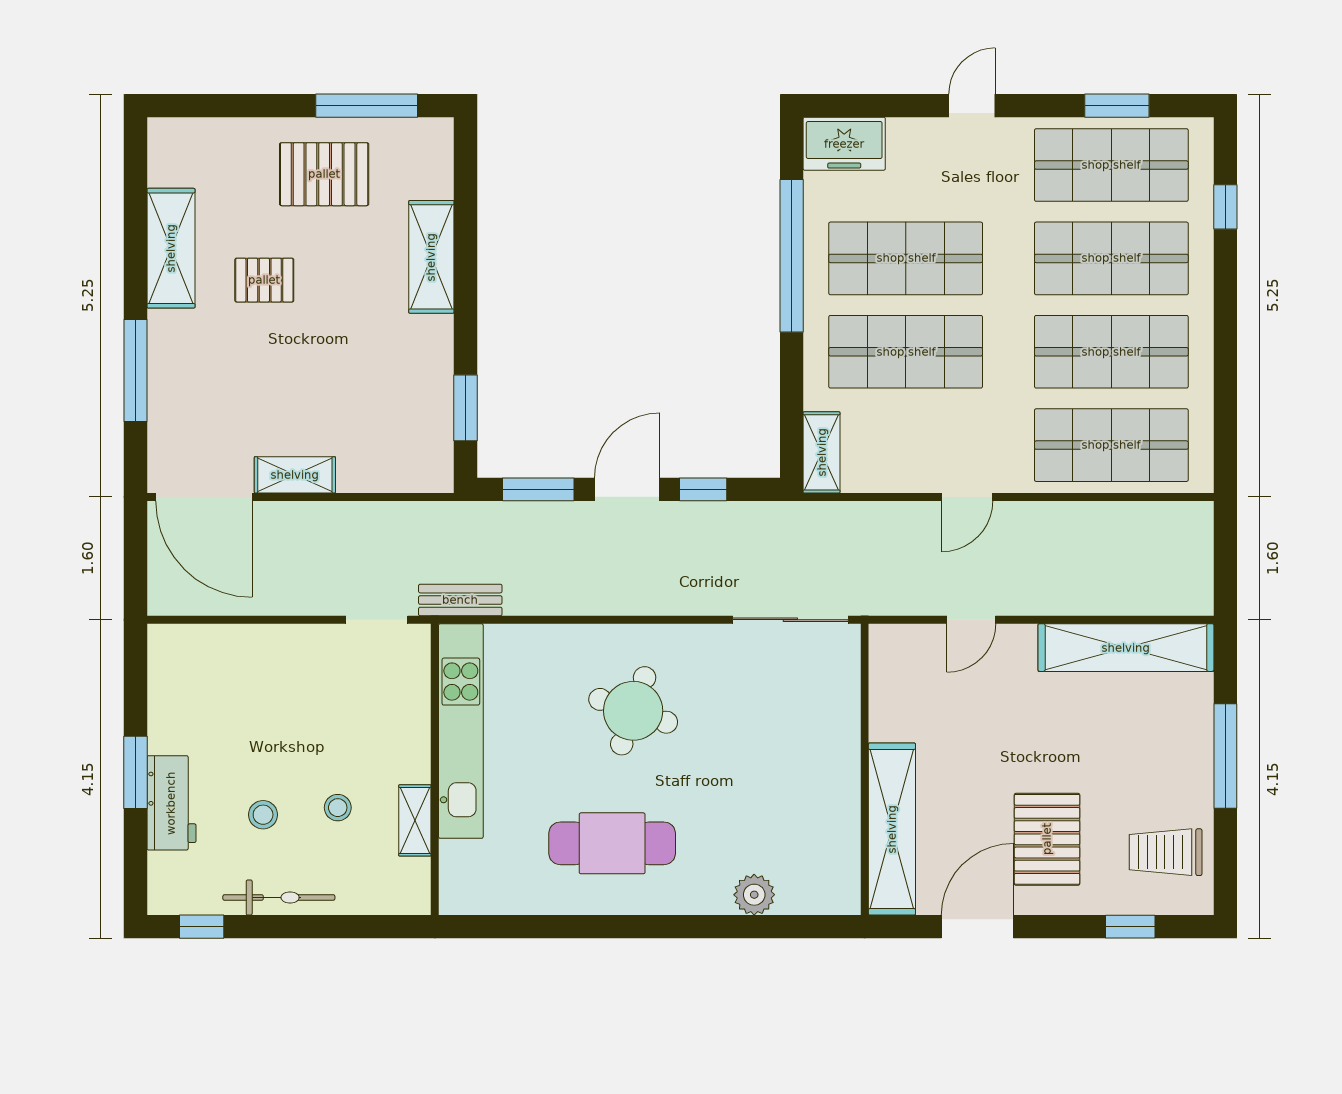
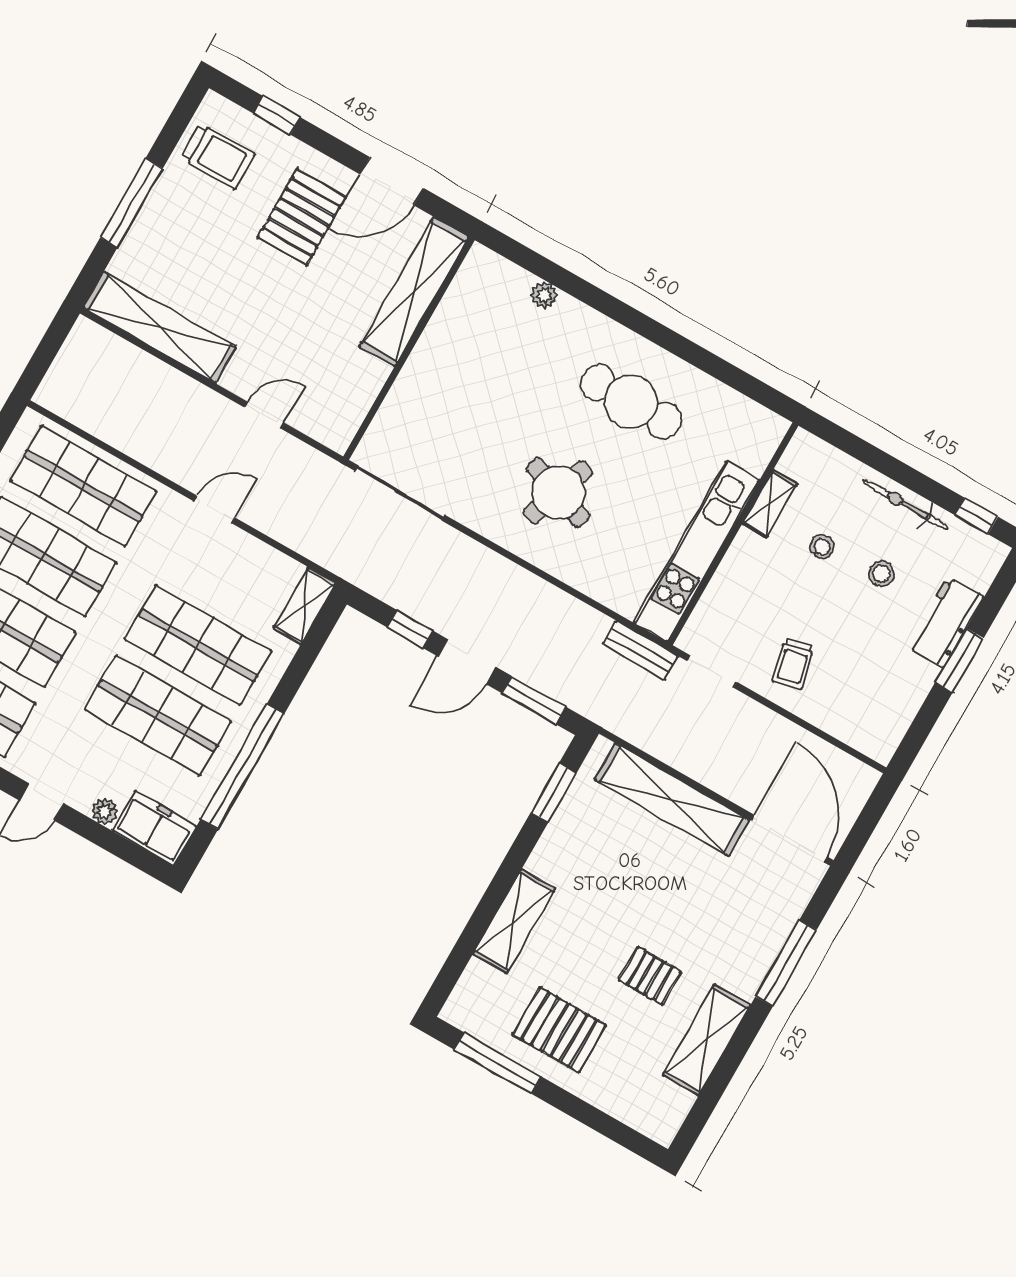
plant: (904, 132) -> (105, 811), added
shelving: (295, 475) -> (672, 800), width x2.20, depth x1.33
trolley: (300, 674) -> (793, 664), added
plant: (754, 895) -> (544, 295), width x0.73, depth x0.73

